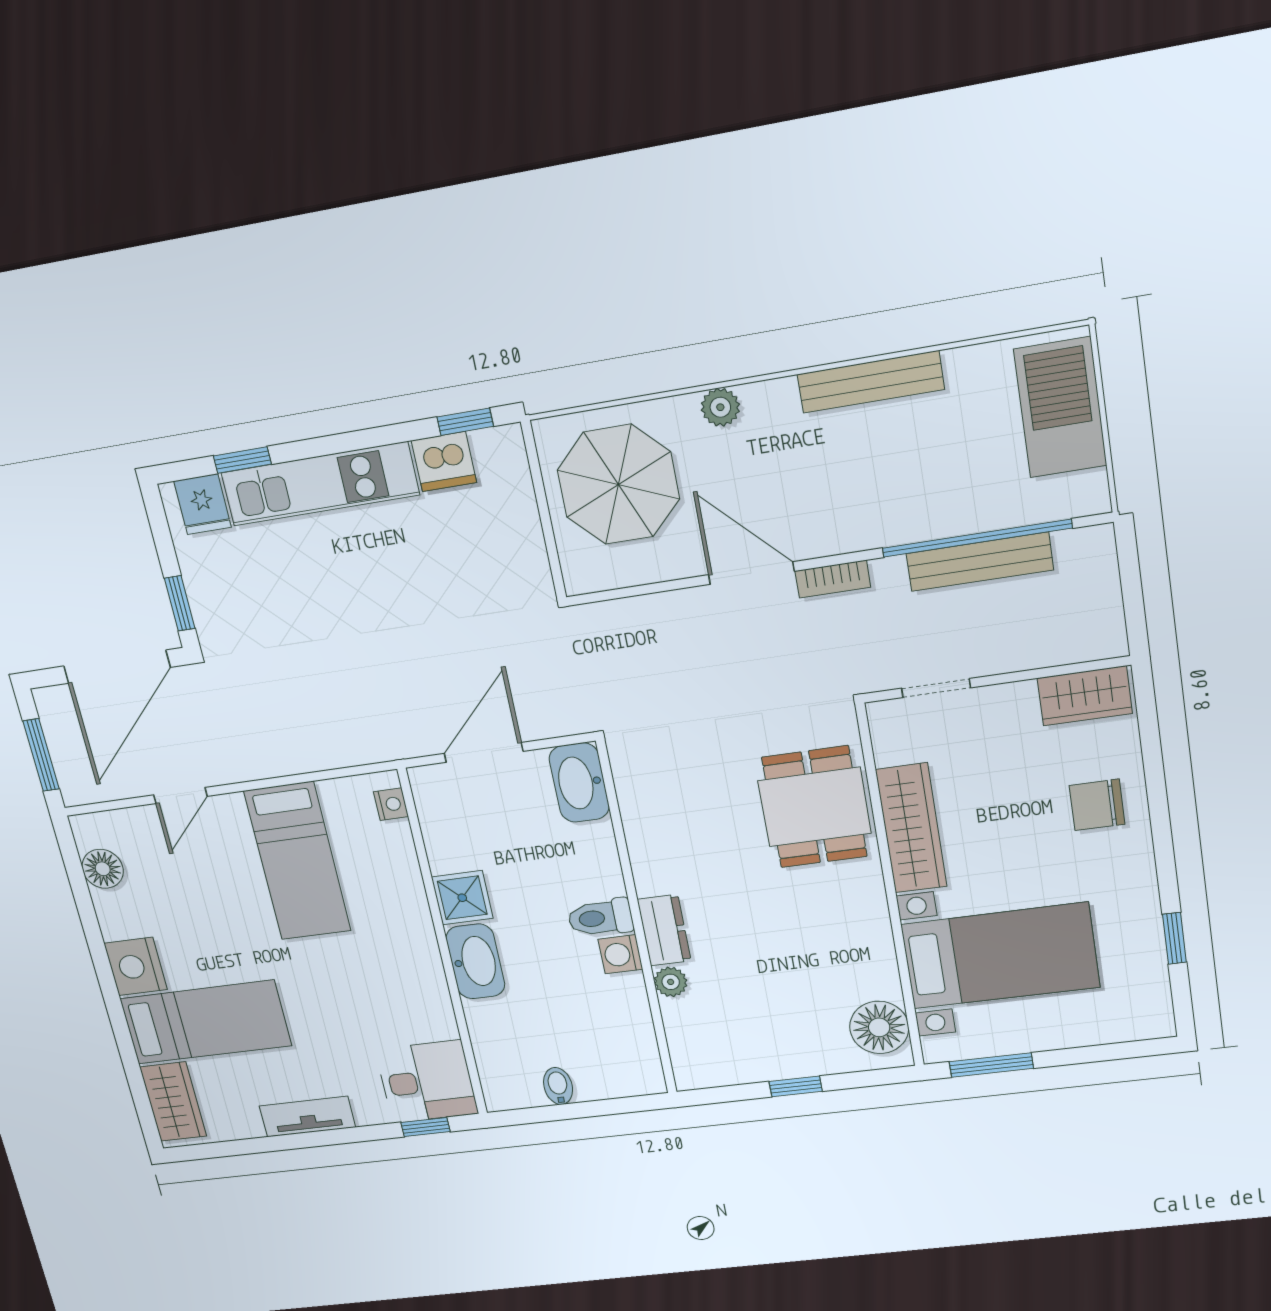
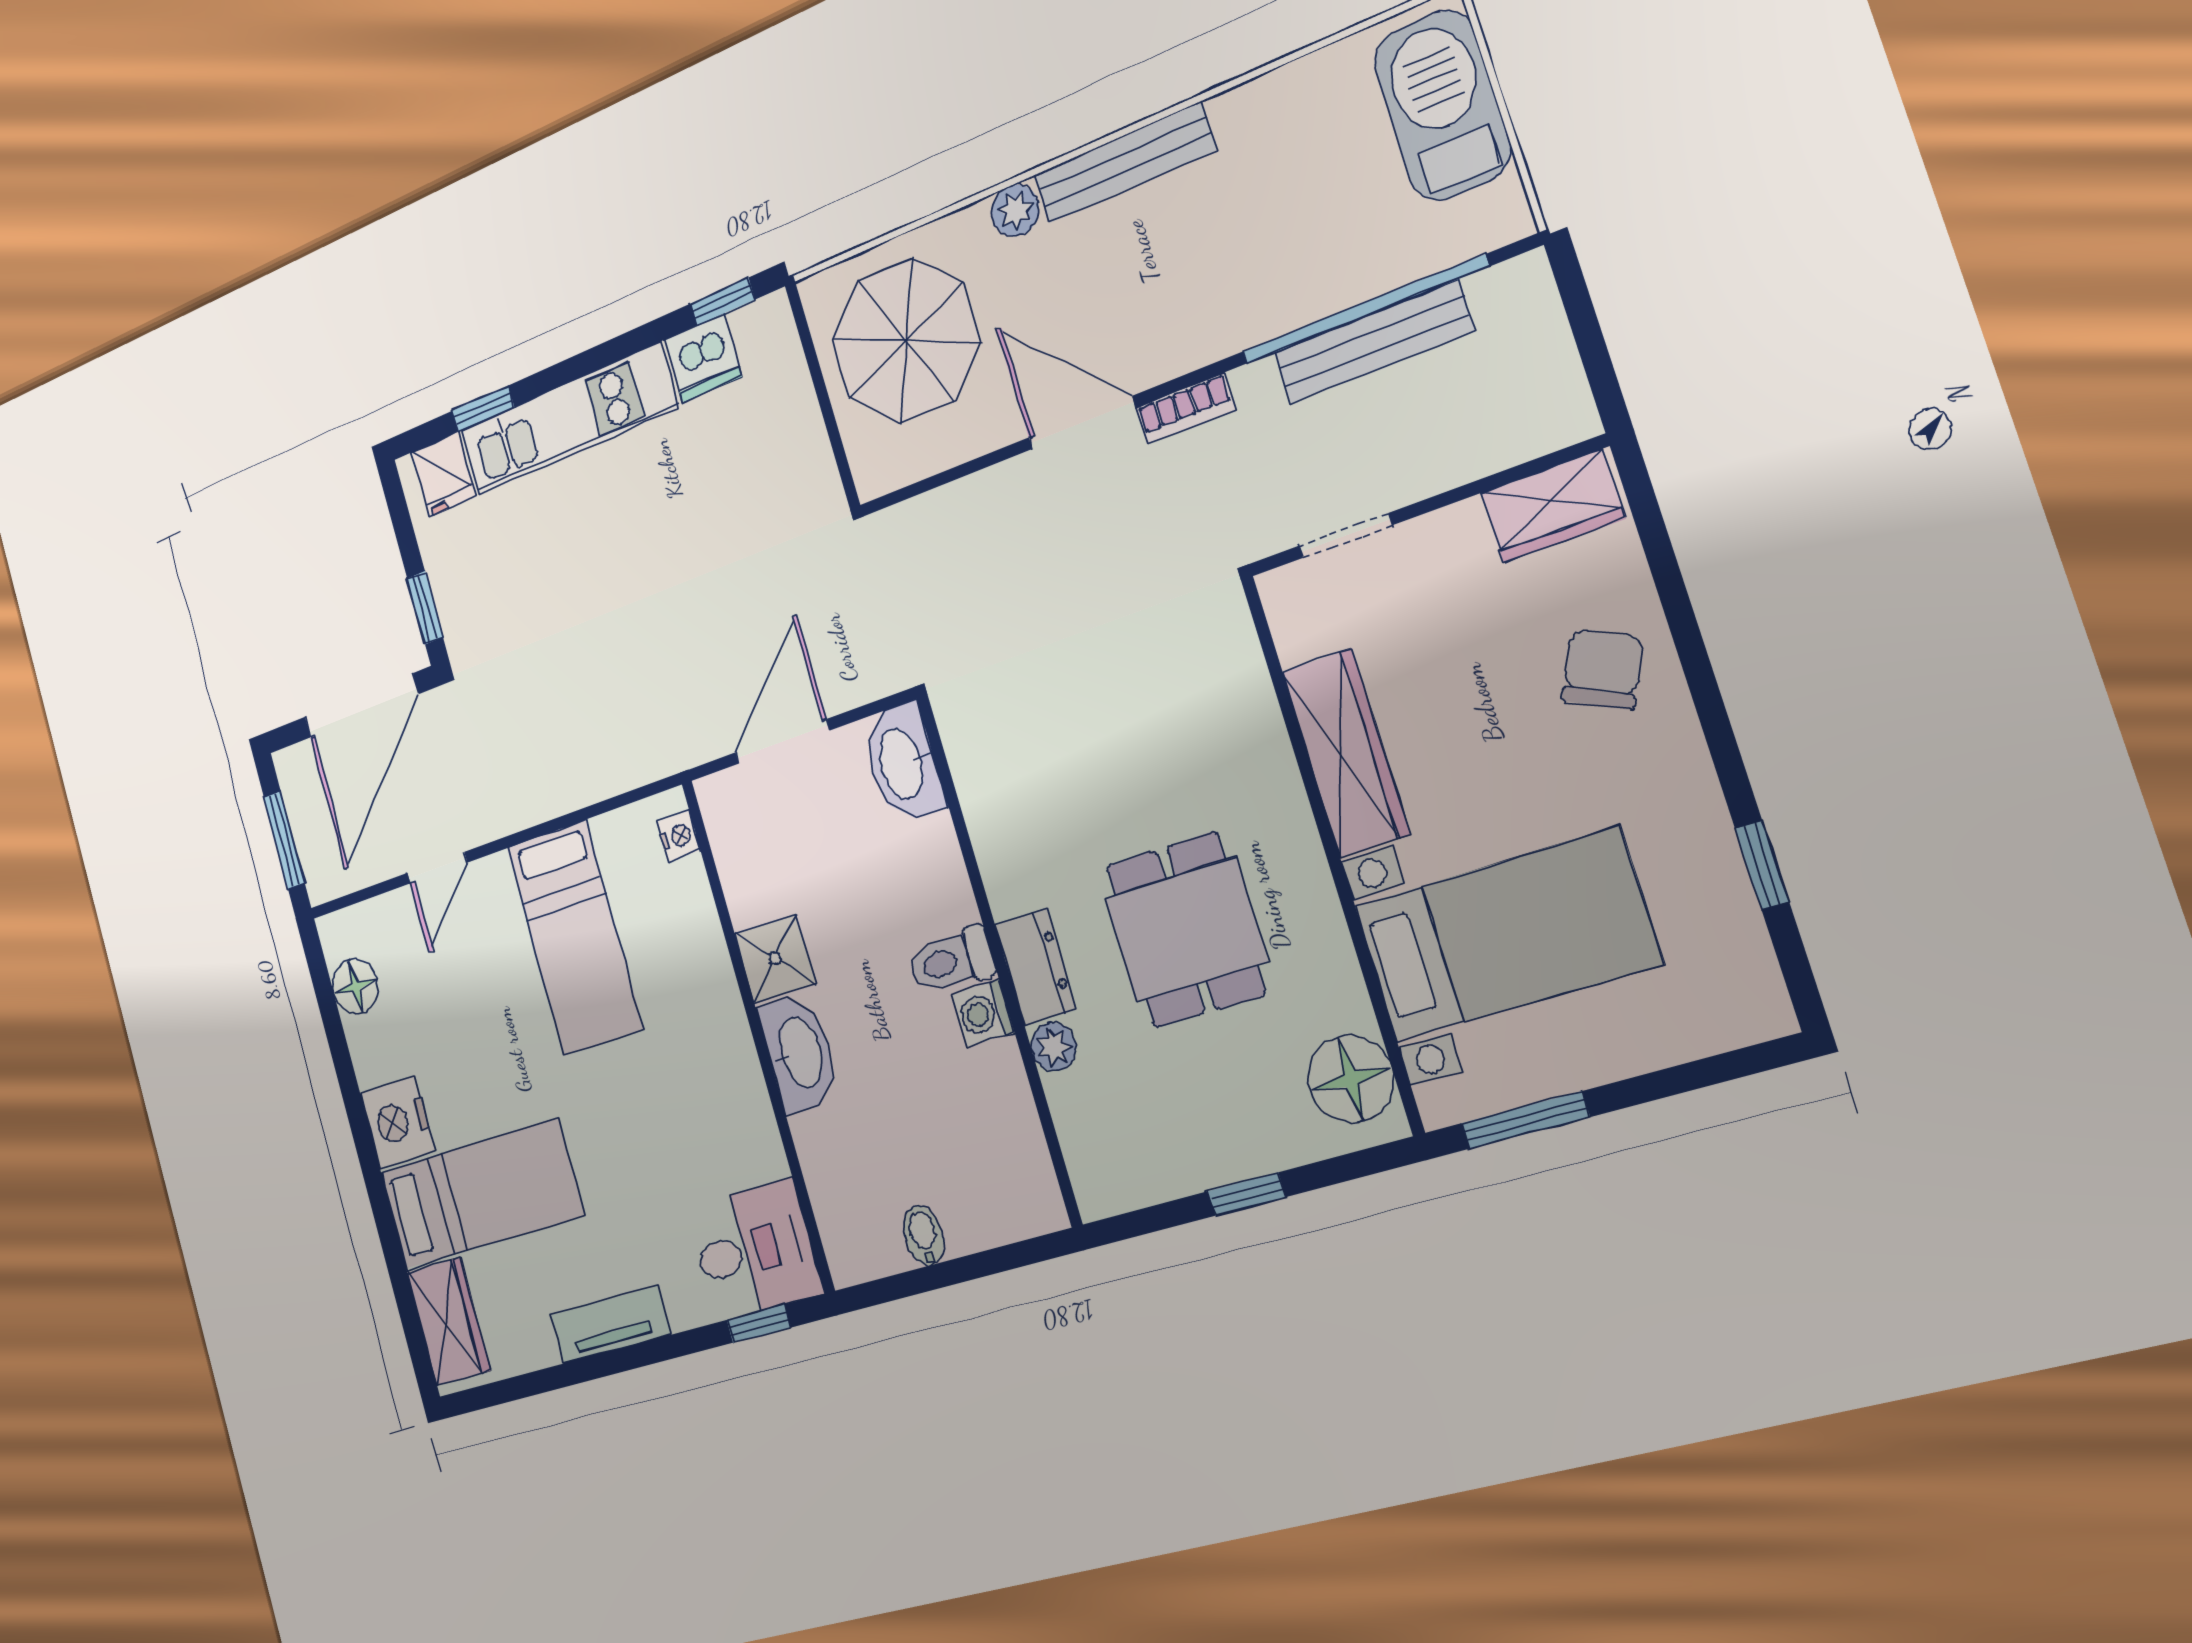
bench: (871, 382) -> (1124, 163), moved
chair: (1097, 805) -> (1603, 669), turned 116
dining table: (814, 807) -> (1186, 930), moved

